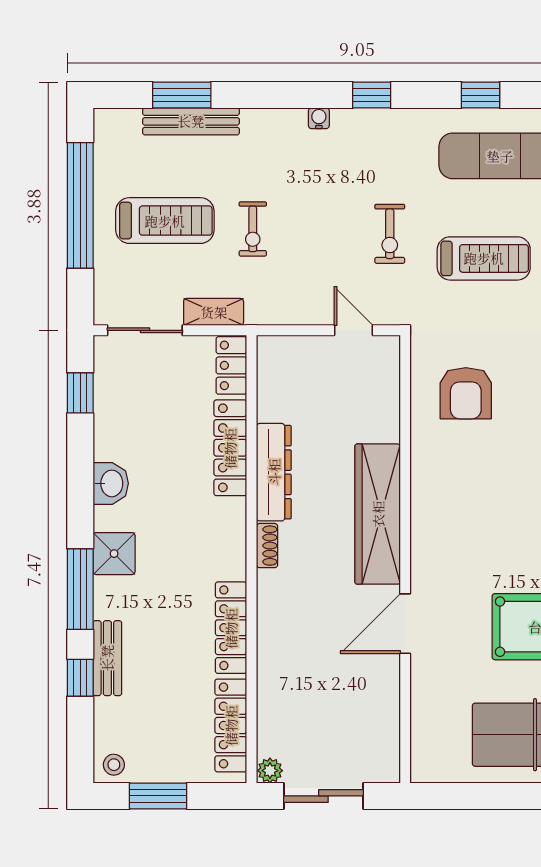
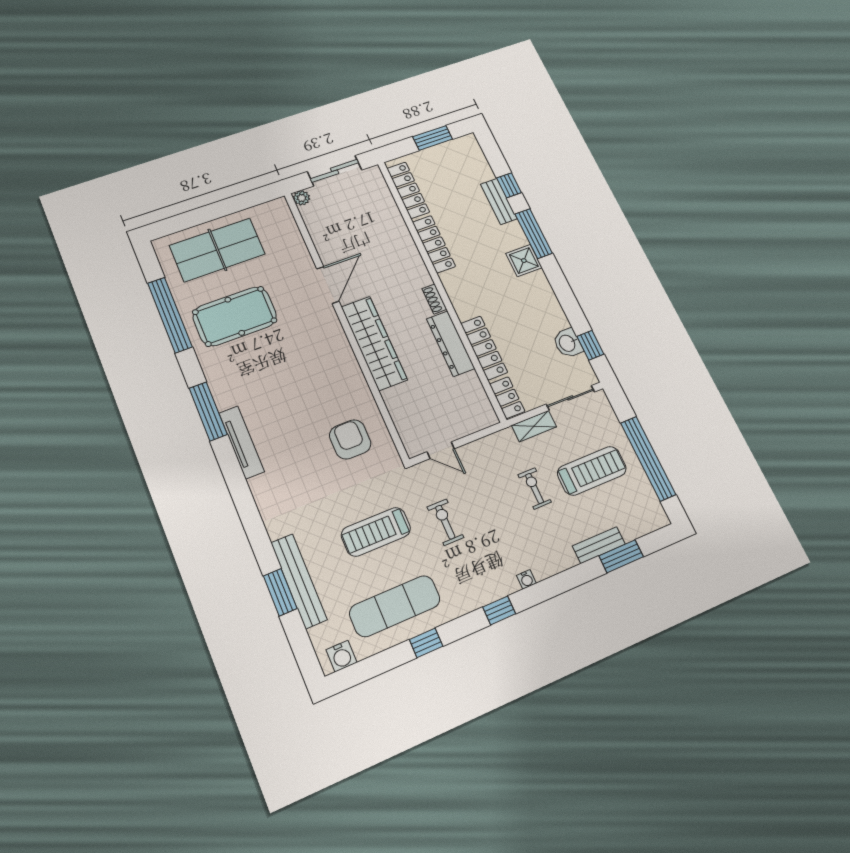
bench: (191, 121) -> (599, 545), width x0.73
treadmill: (165, 221) -> (592, 471), turned 180
washbasin: (111, 483) -> (568, 343), moved
stool: (114, 765) -> (466, 146), removed
plant: (270, 771) -> (302, 198), moved

